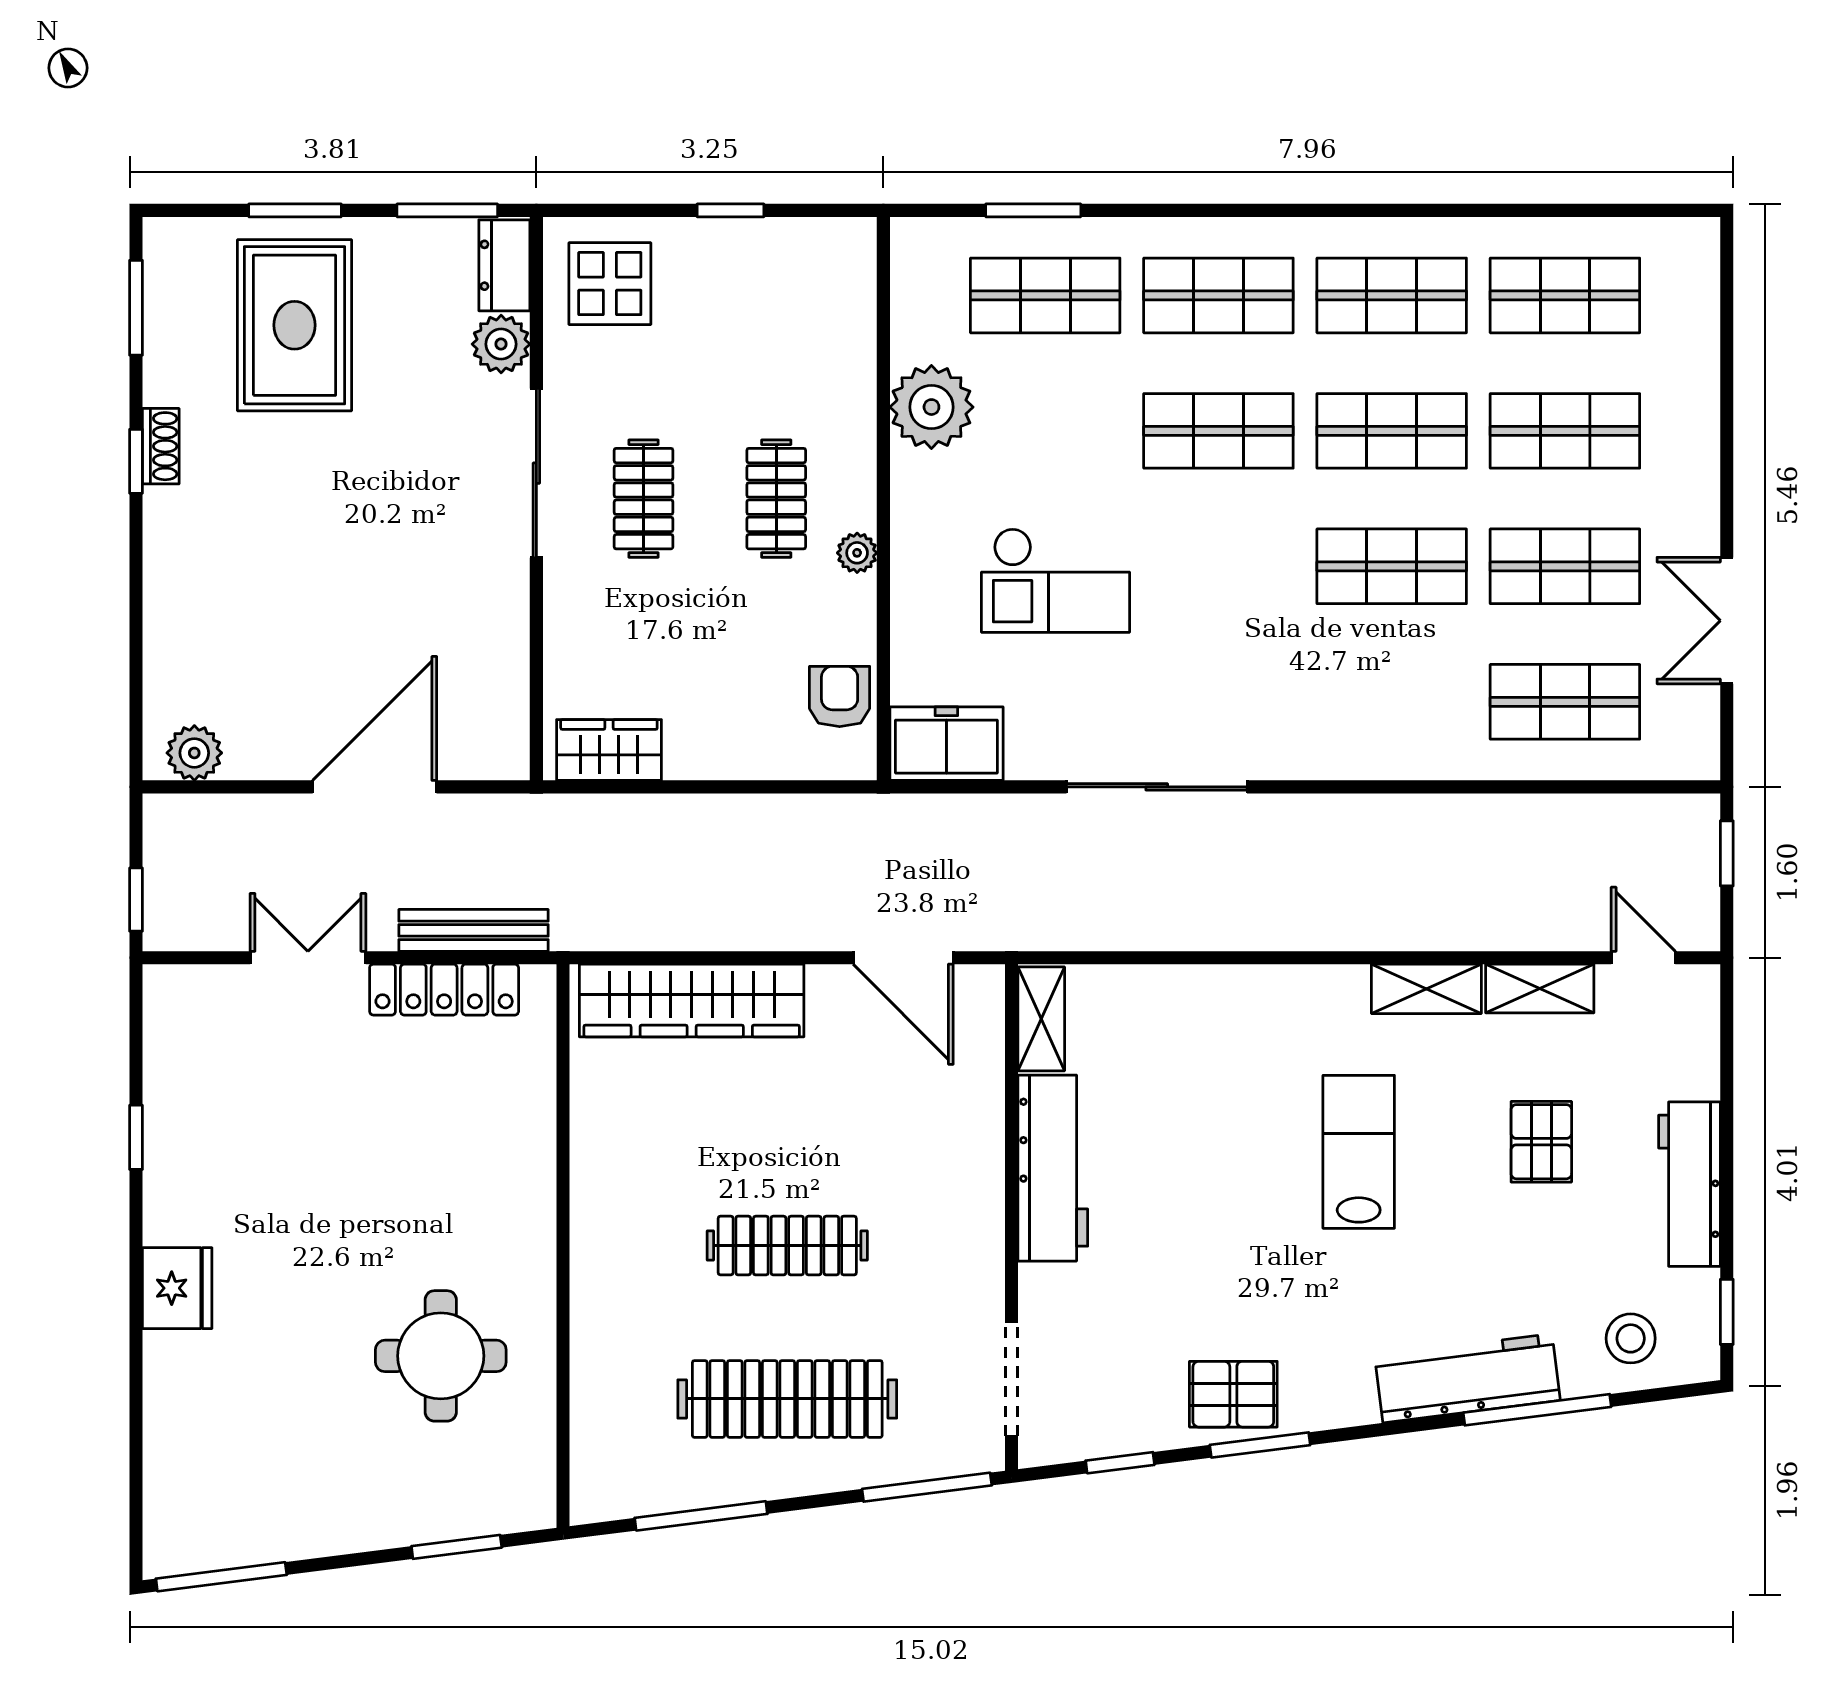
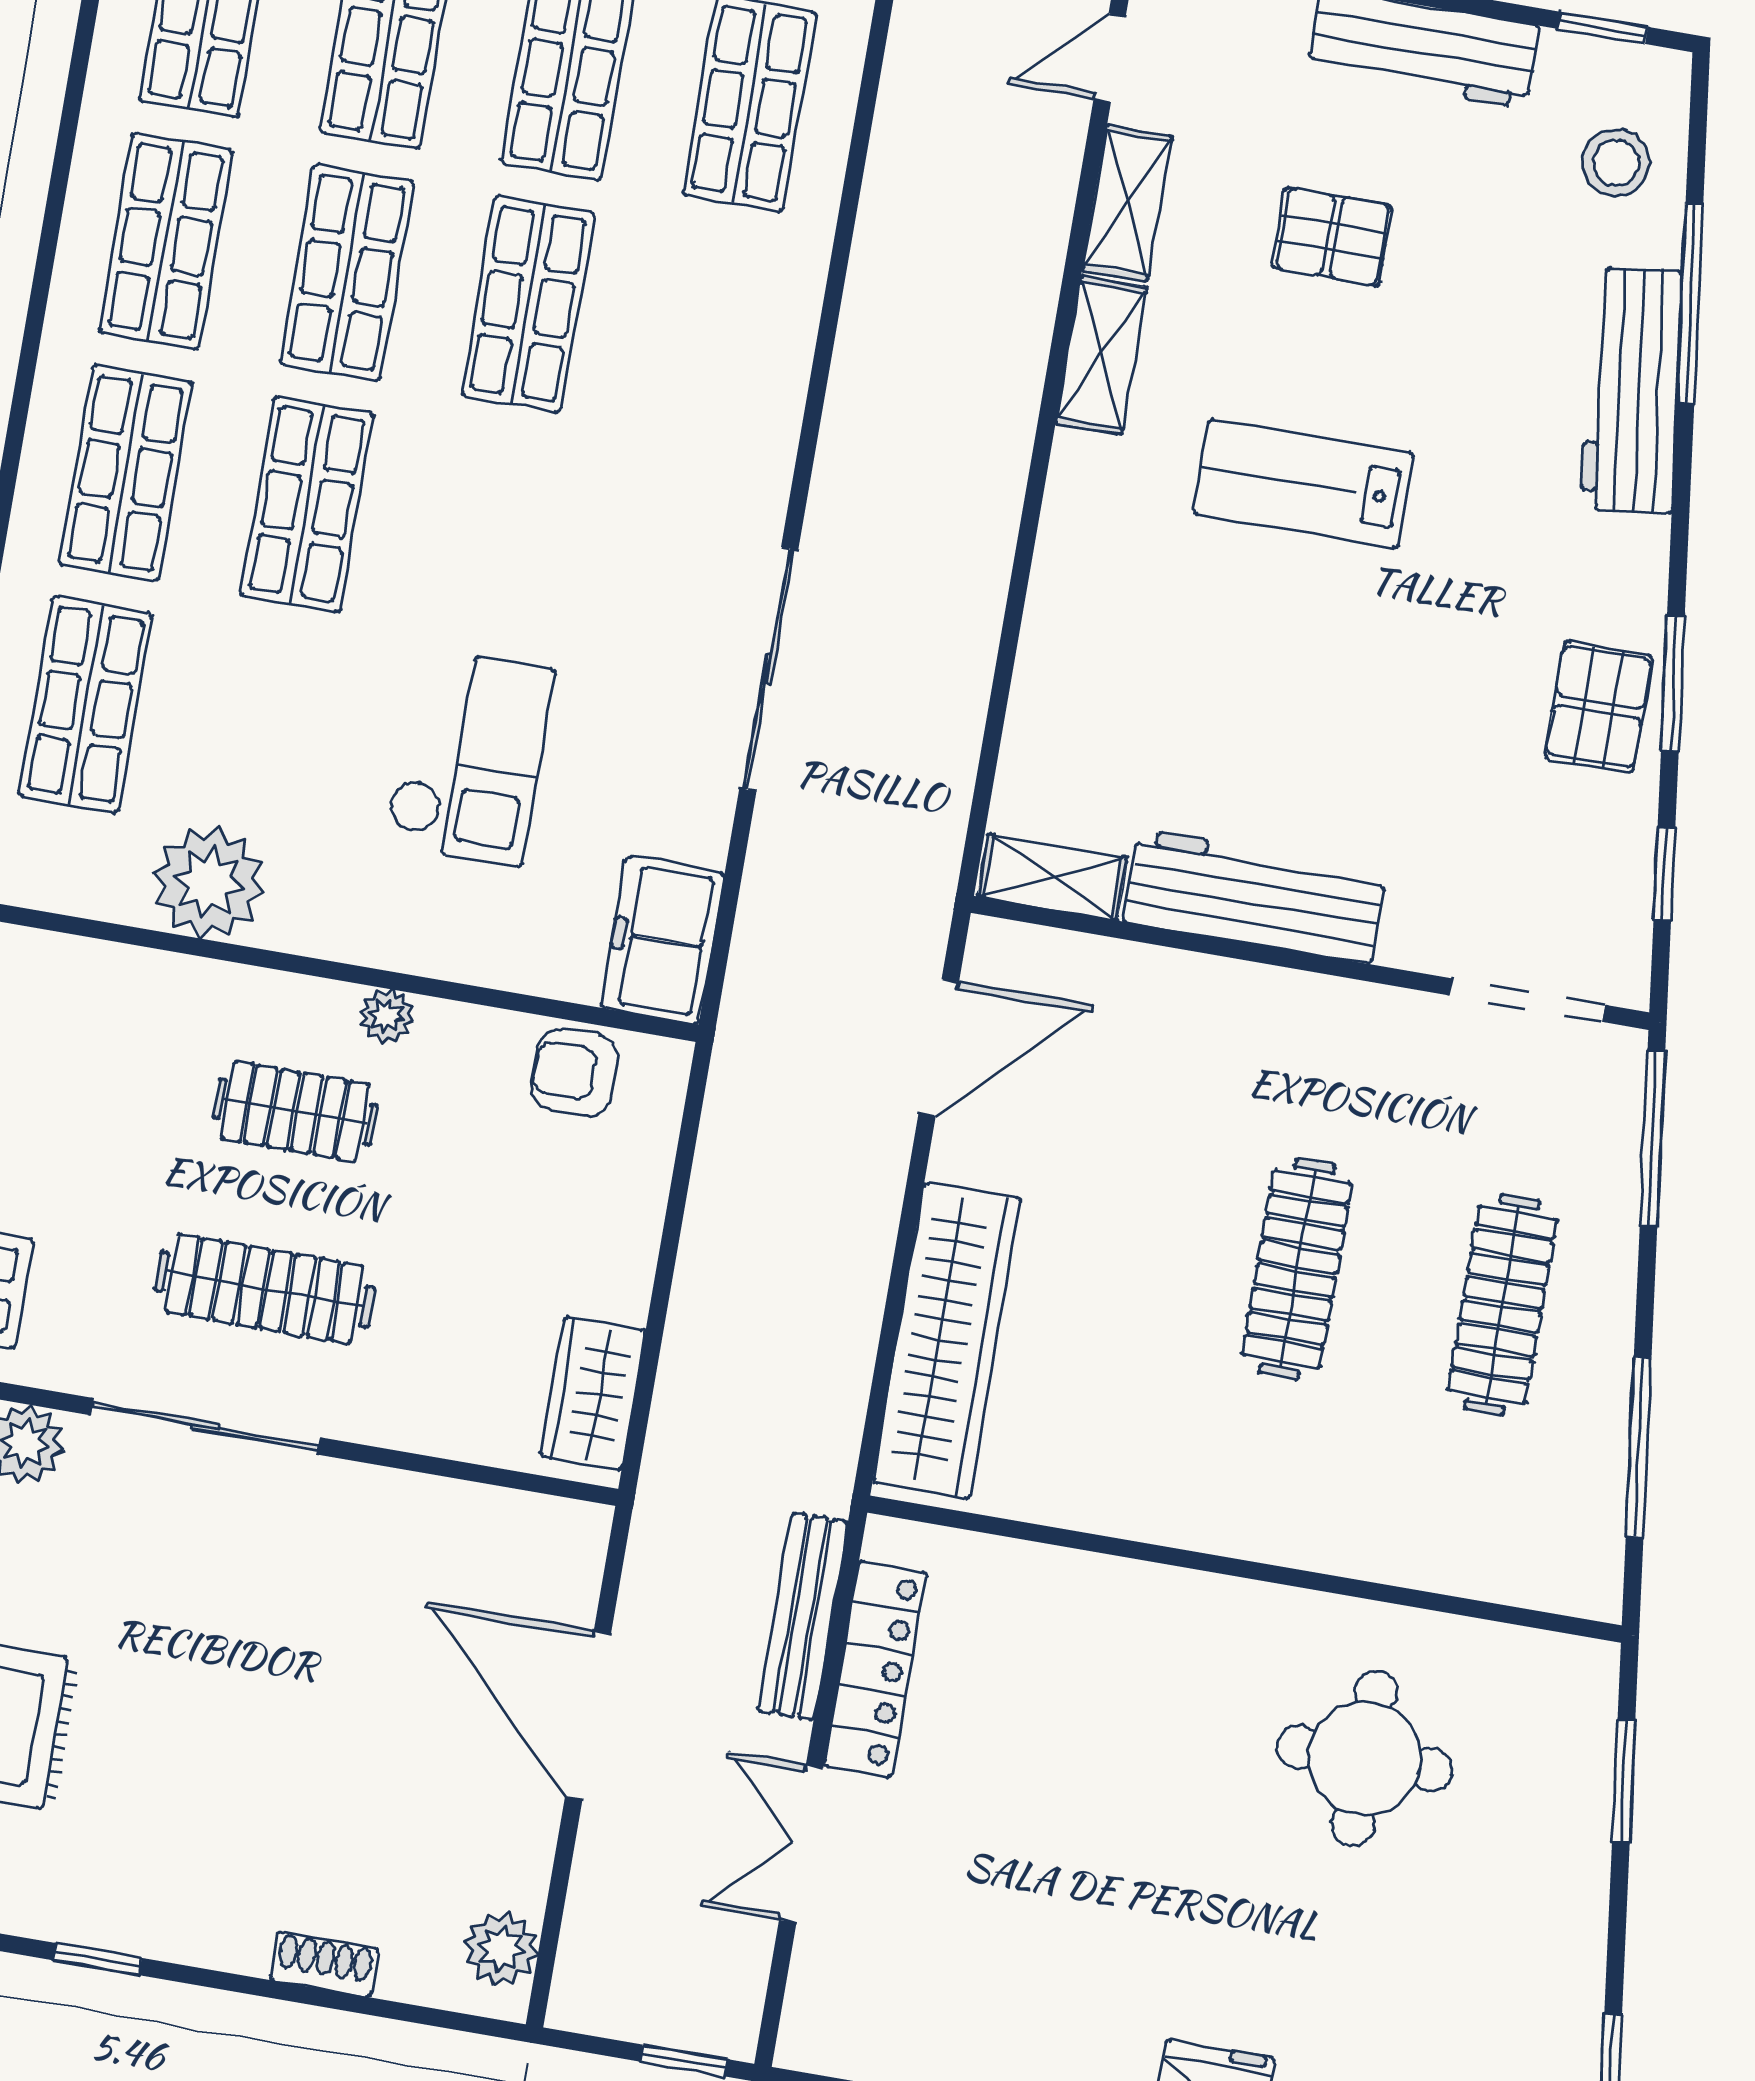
shoe rack: (161, 446) -> (324, 1964), moved
clothes rail: (644, 499) -> (265, 1289), width x1.36
clothes rail: (787, 1399) -> (1502, 1305), width x0.73, depth x0.76

